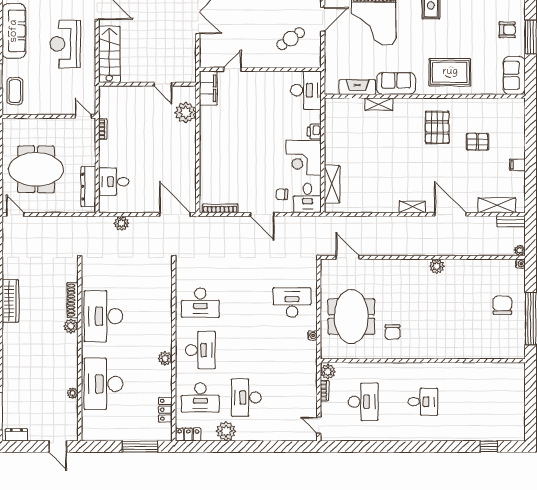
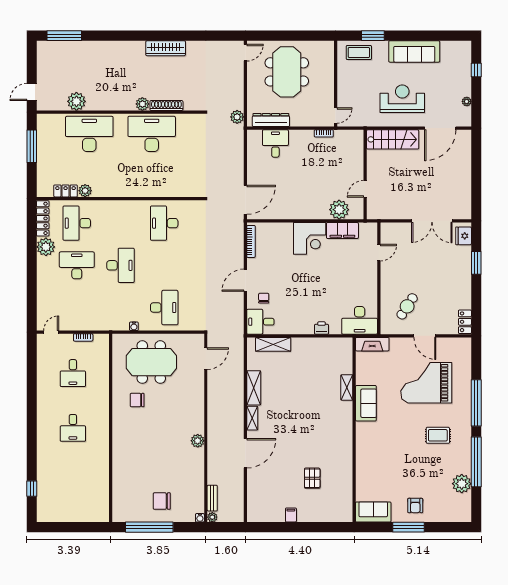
cafe table: (291, 39) -> (407, 306), turned 67
door: (232, 69) -> (379, 253), hinge flipped
rug: (450, 72) -> (376, 453), removed
fireplace: (357, 87) -> (372, 344), moved, turned 90
filing cabinet: (208, 88) -> (342, 231), moved
pallet: (437, 127) -> (325, 441), removed
corner desk: (304, 158) -> (310, 238), moved, turned 180
shelving: (497, 205) -> (254, 388), moved
bench: (511, 221) -> (212, 498), moved
plant: (121, 223) -> (237, 117), moved
chair: (502, 305) -> (162, 501), turned 180
desk: (200, 350) -> (120, 265), moved, turned -90
plant: (165, 359) -> (85, 191), moved
plant: (328, 372) -> (101, 340), removed
plant: (73, 393) -> (76, 101), width x1.87, depth x1.87
desk: (363, 402) -> (73, 373), width x0.73
locker: (188, 434) -> (43, 218), width x1.53
dresser: (16, 435) -> (42, 54), removed
window: (140, 446) -> (32, 146), moved

